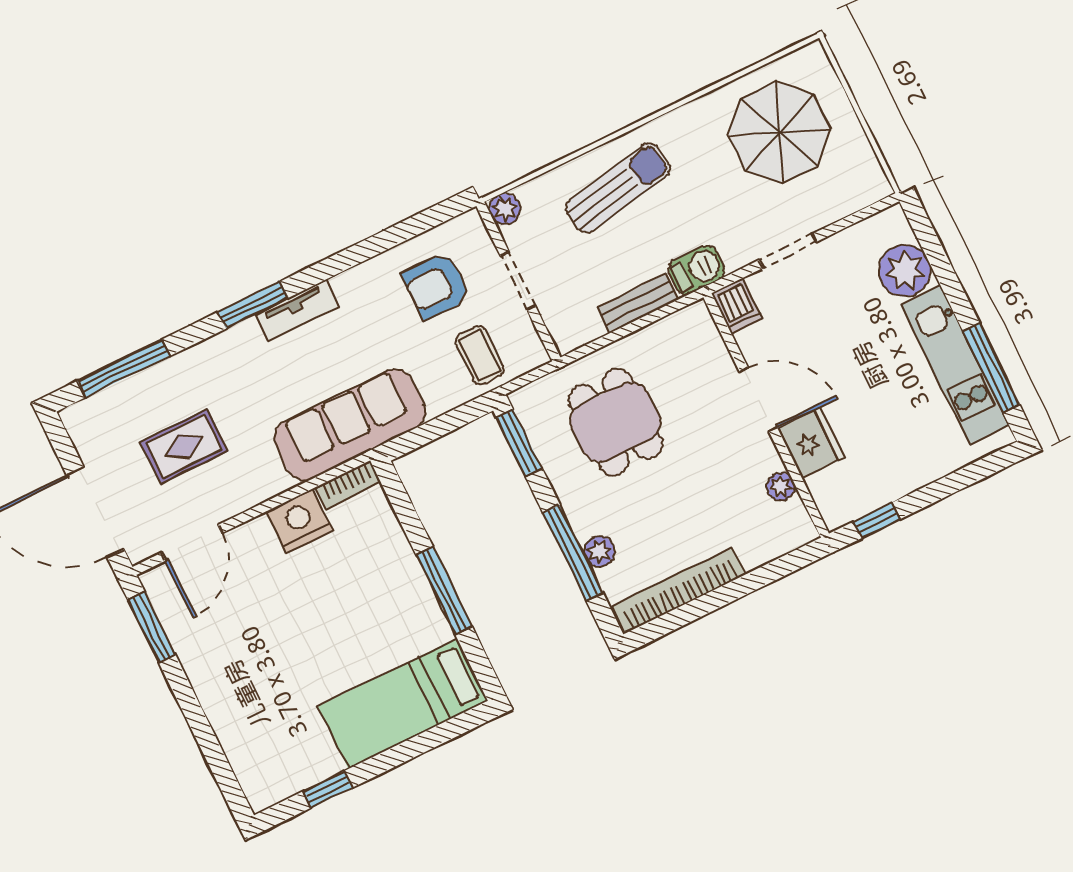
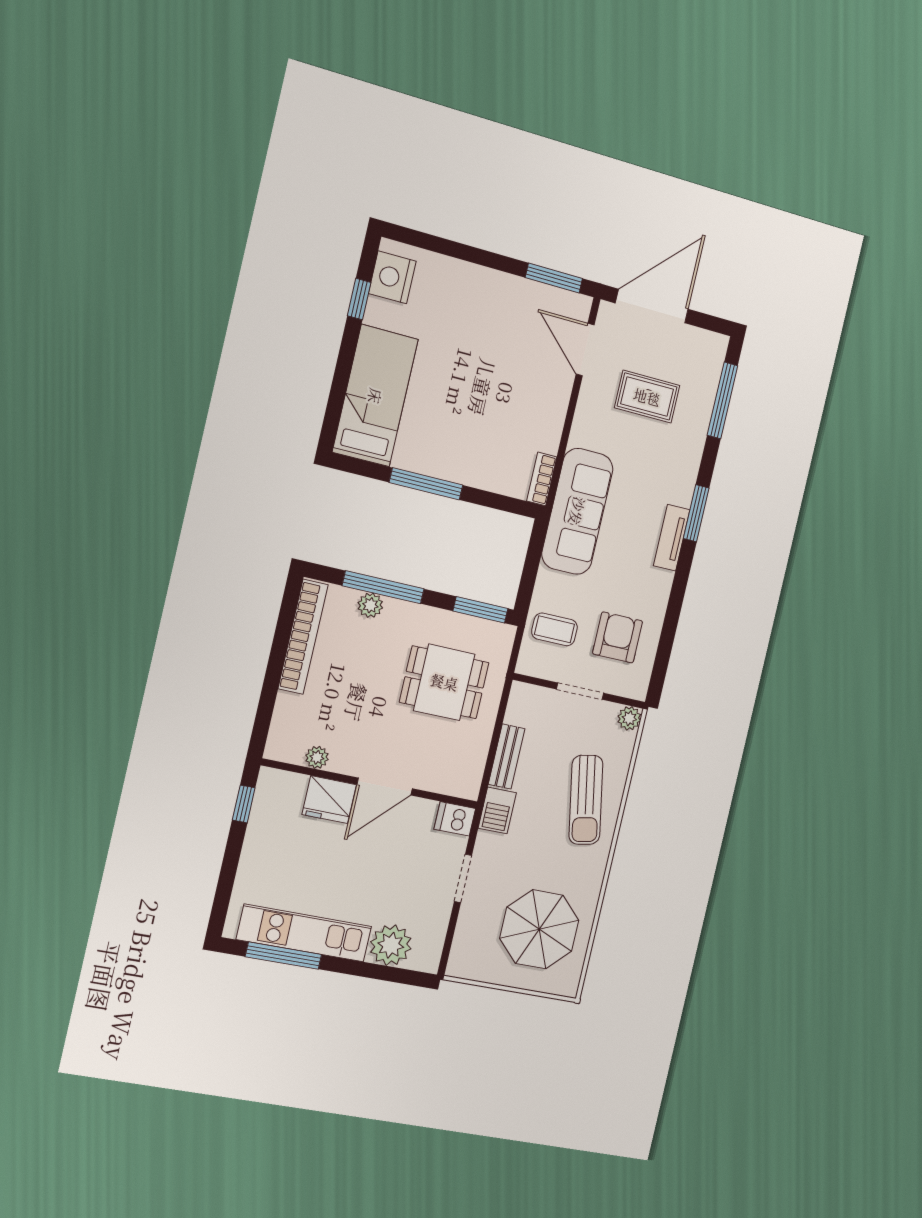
rug: (184, 446) -> (647, 397), turned 90
nightstand: (300, 521) -> (392, 277), moved, turned 180

